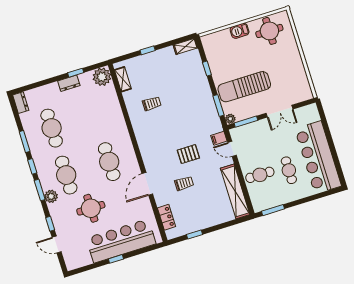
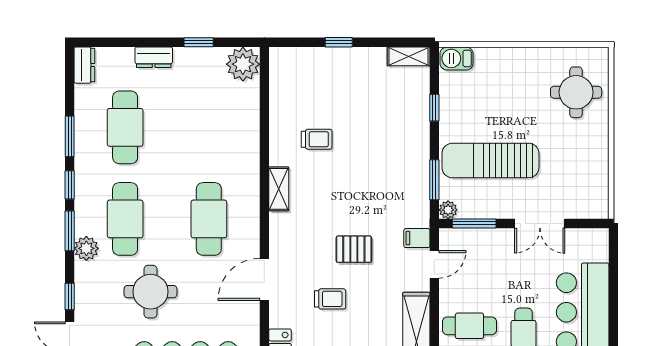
barbecue: (240, 31) -> (457, 58), moved
round table: (269, 31) -> (576, 92), moved
shelving: (123, 79) -> (279, 189), moved
dresser: (69, 83) -> (154, 57), moved
door: (232, 149) -> (434, 264), swing flipped

